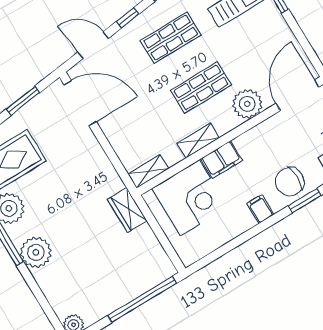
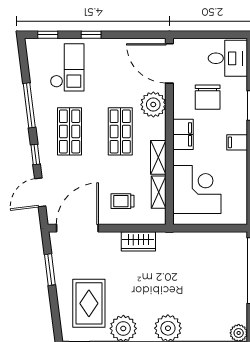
trolley: (134, 131) -> (122, 201), added
filing cabinet: (222, 160) -> (183, 134), moved
shelving: (148, 171) -> (159, 192), moved
chair: (290, 182) -> (208, 97), moved
wardrobe: (127, 210) -> (138, 241), moved

